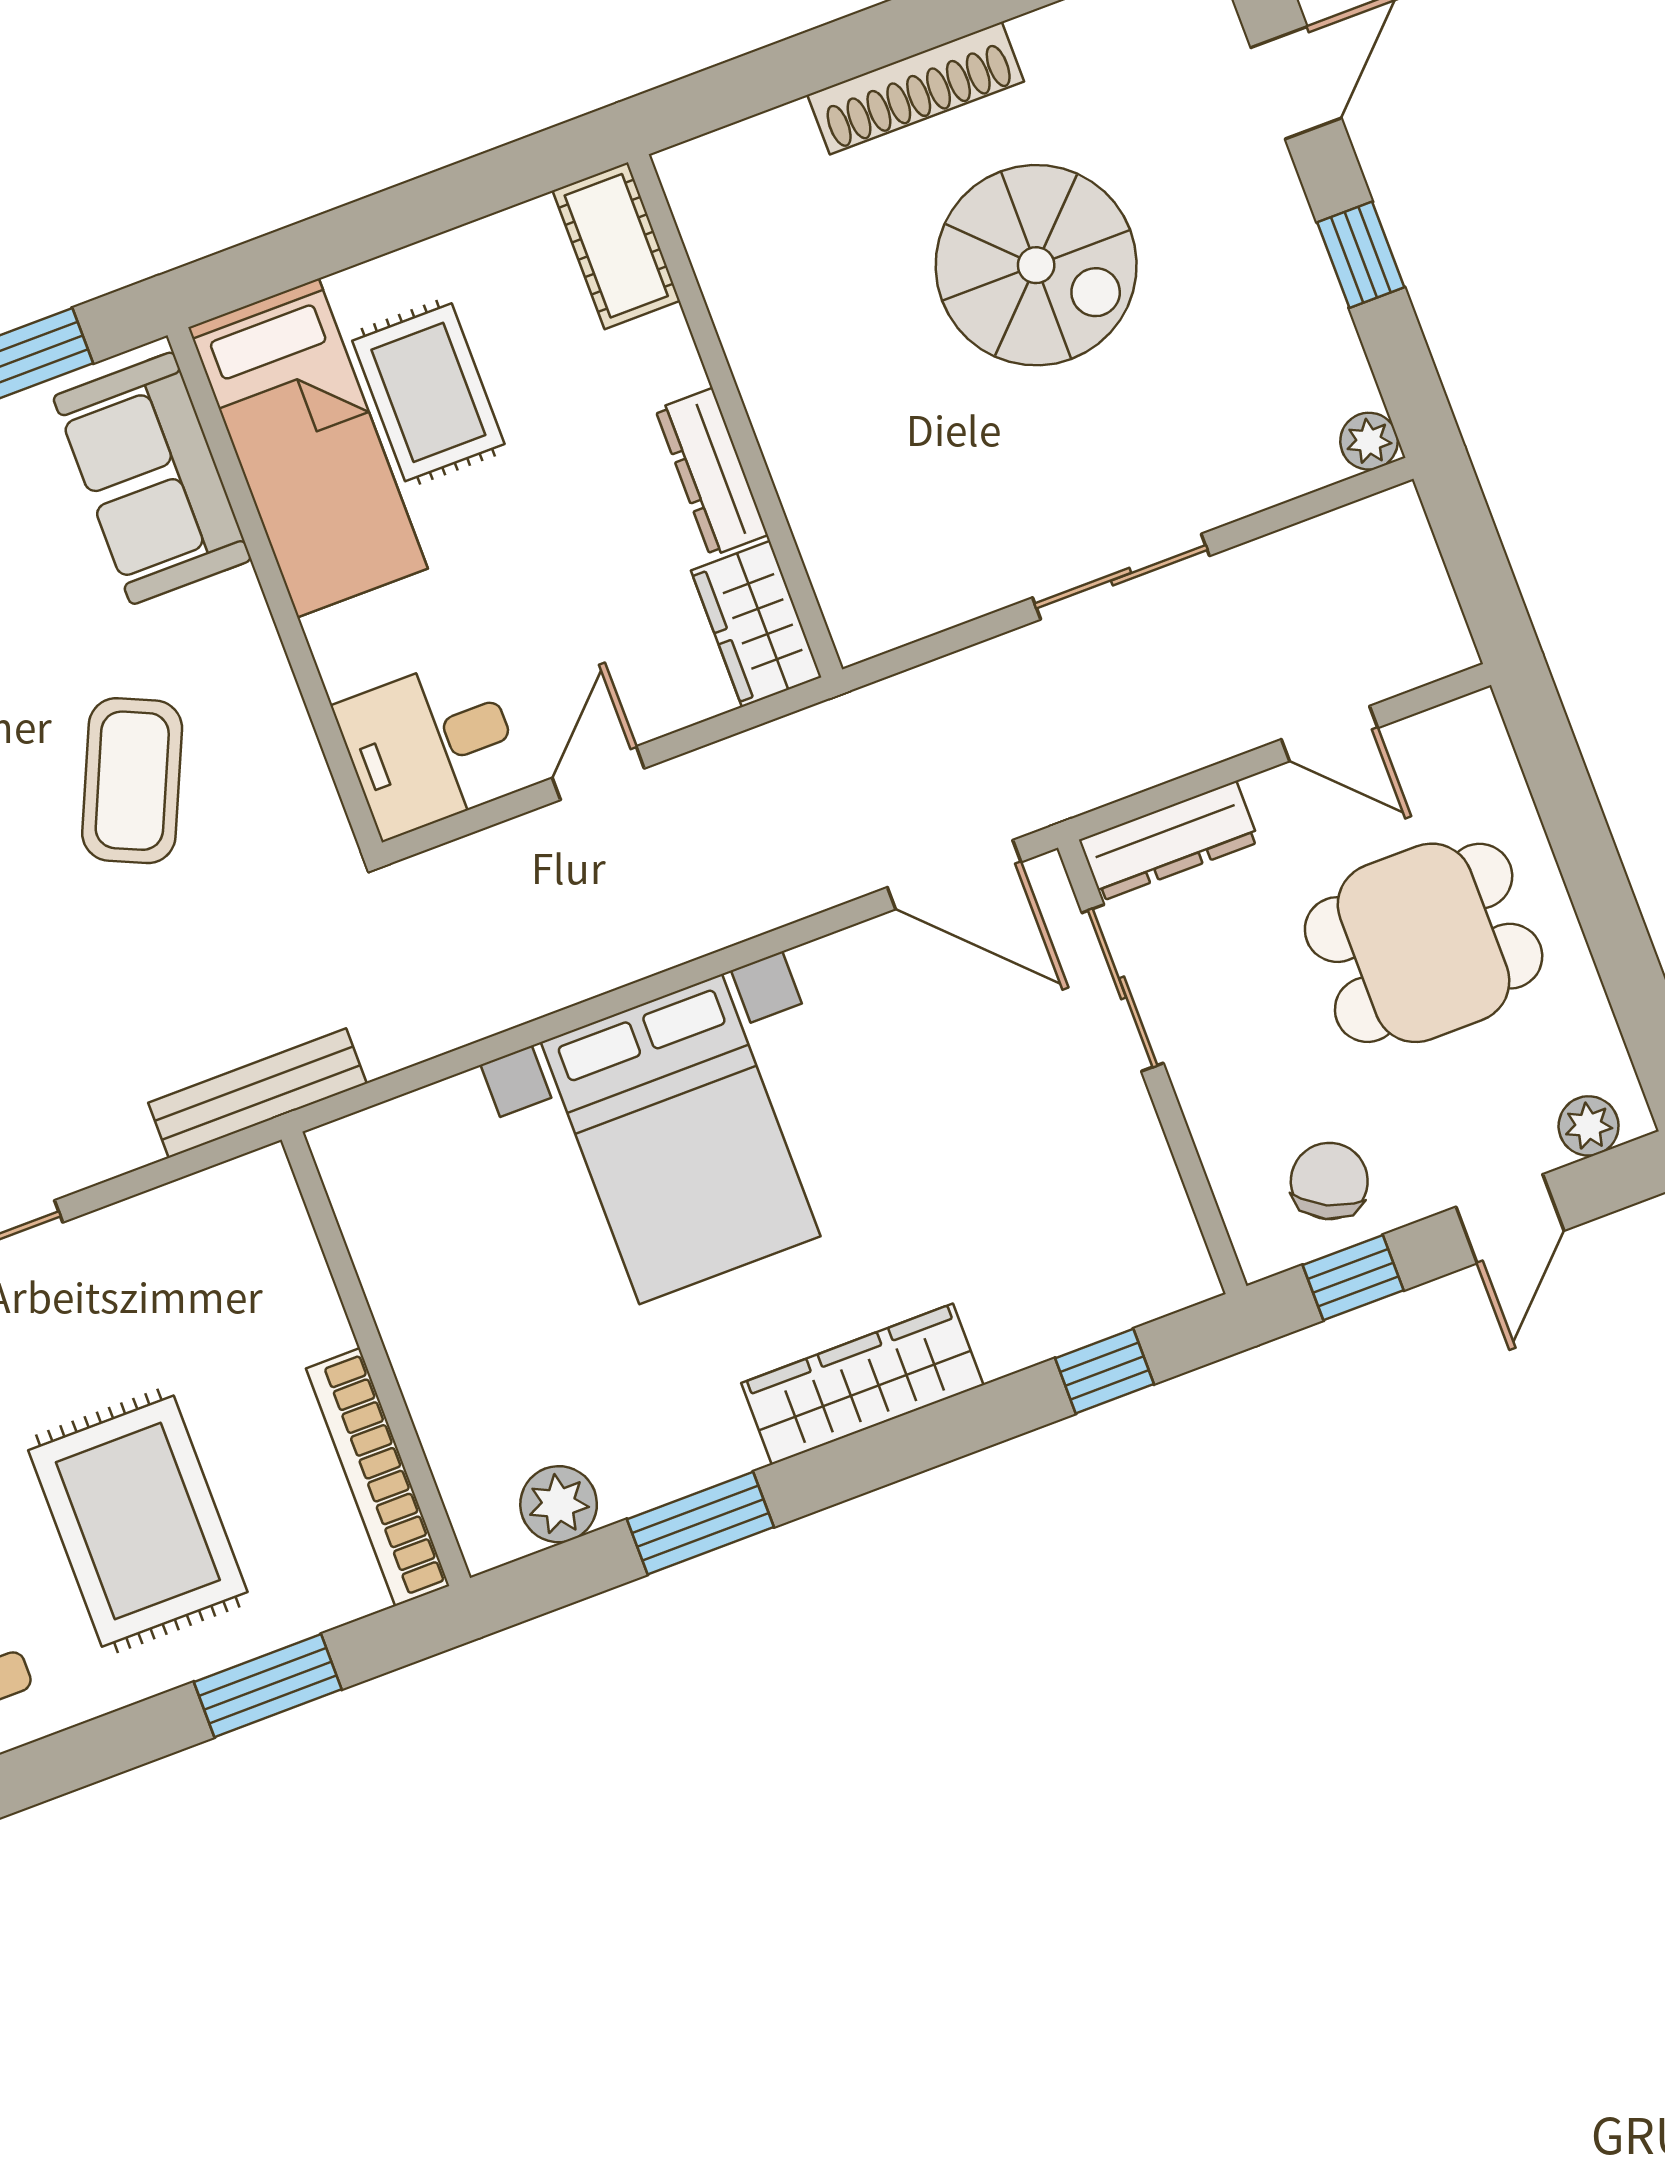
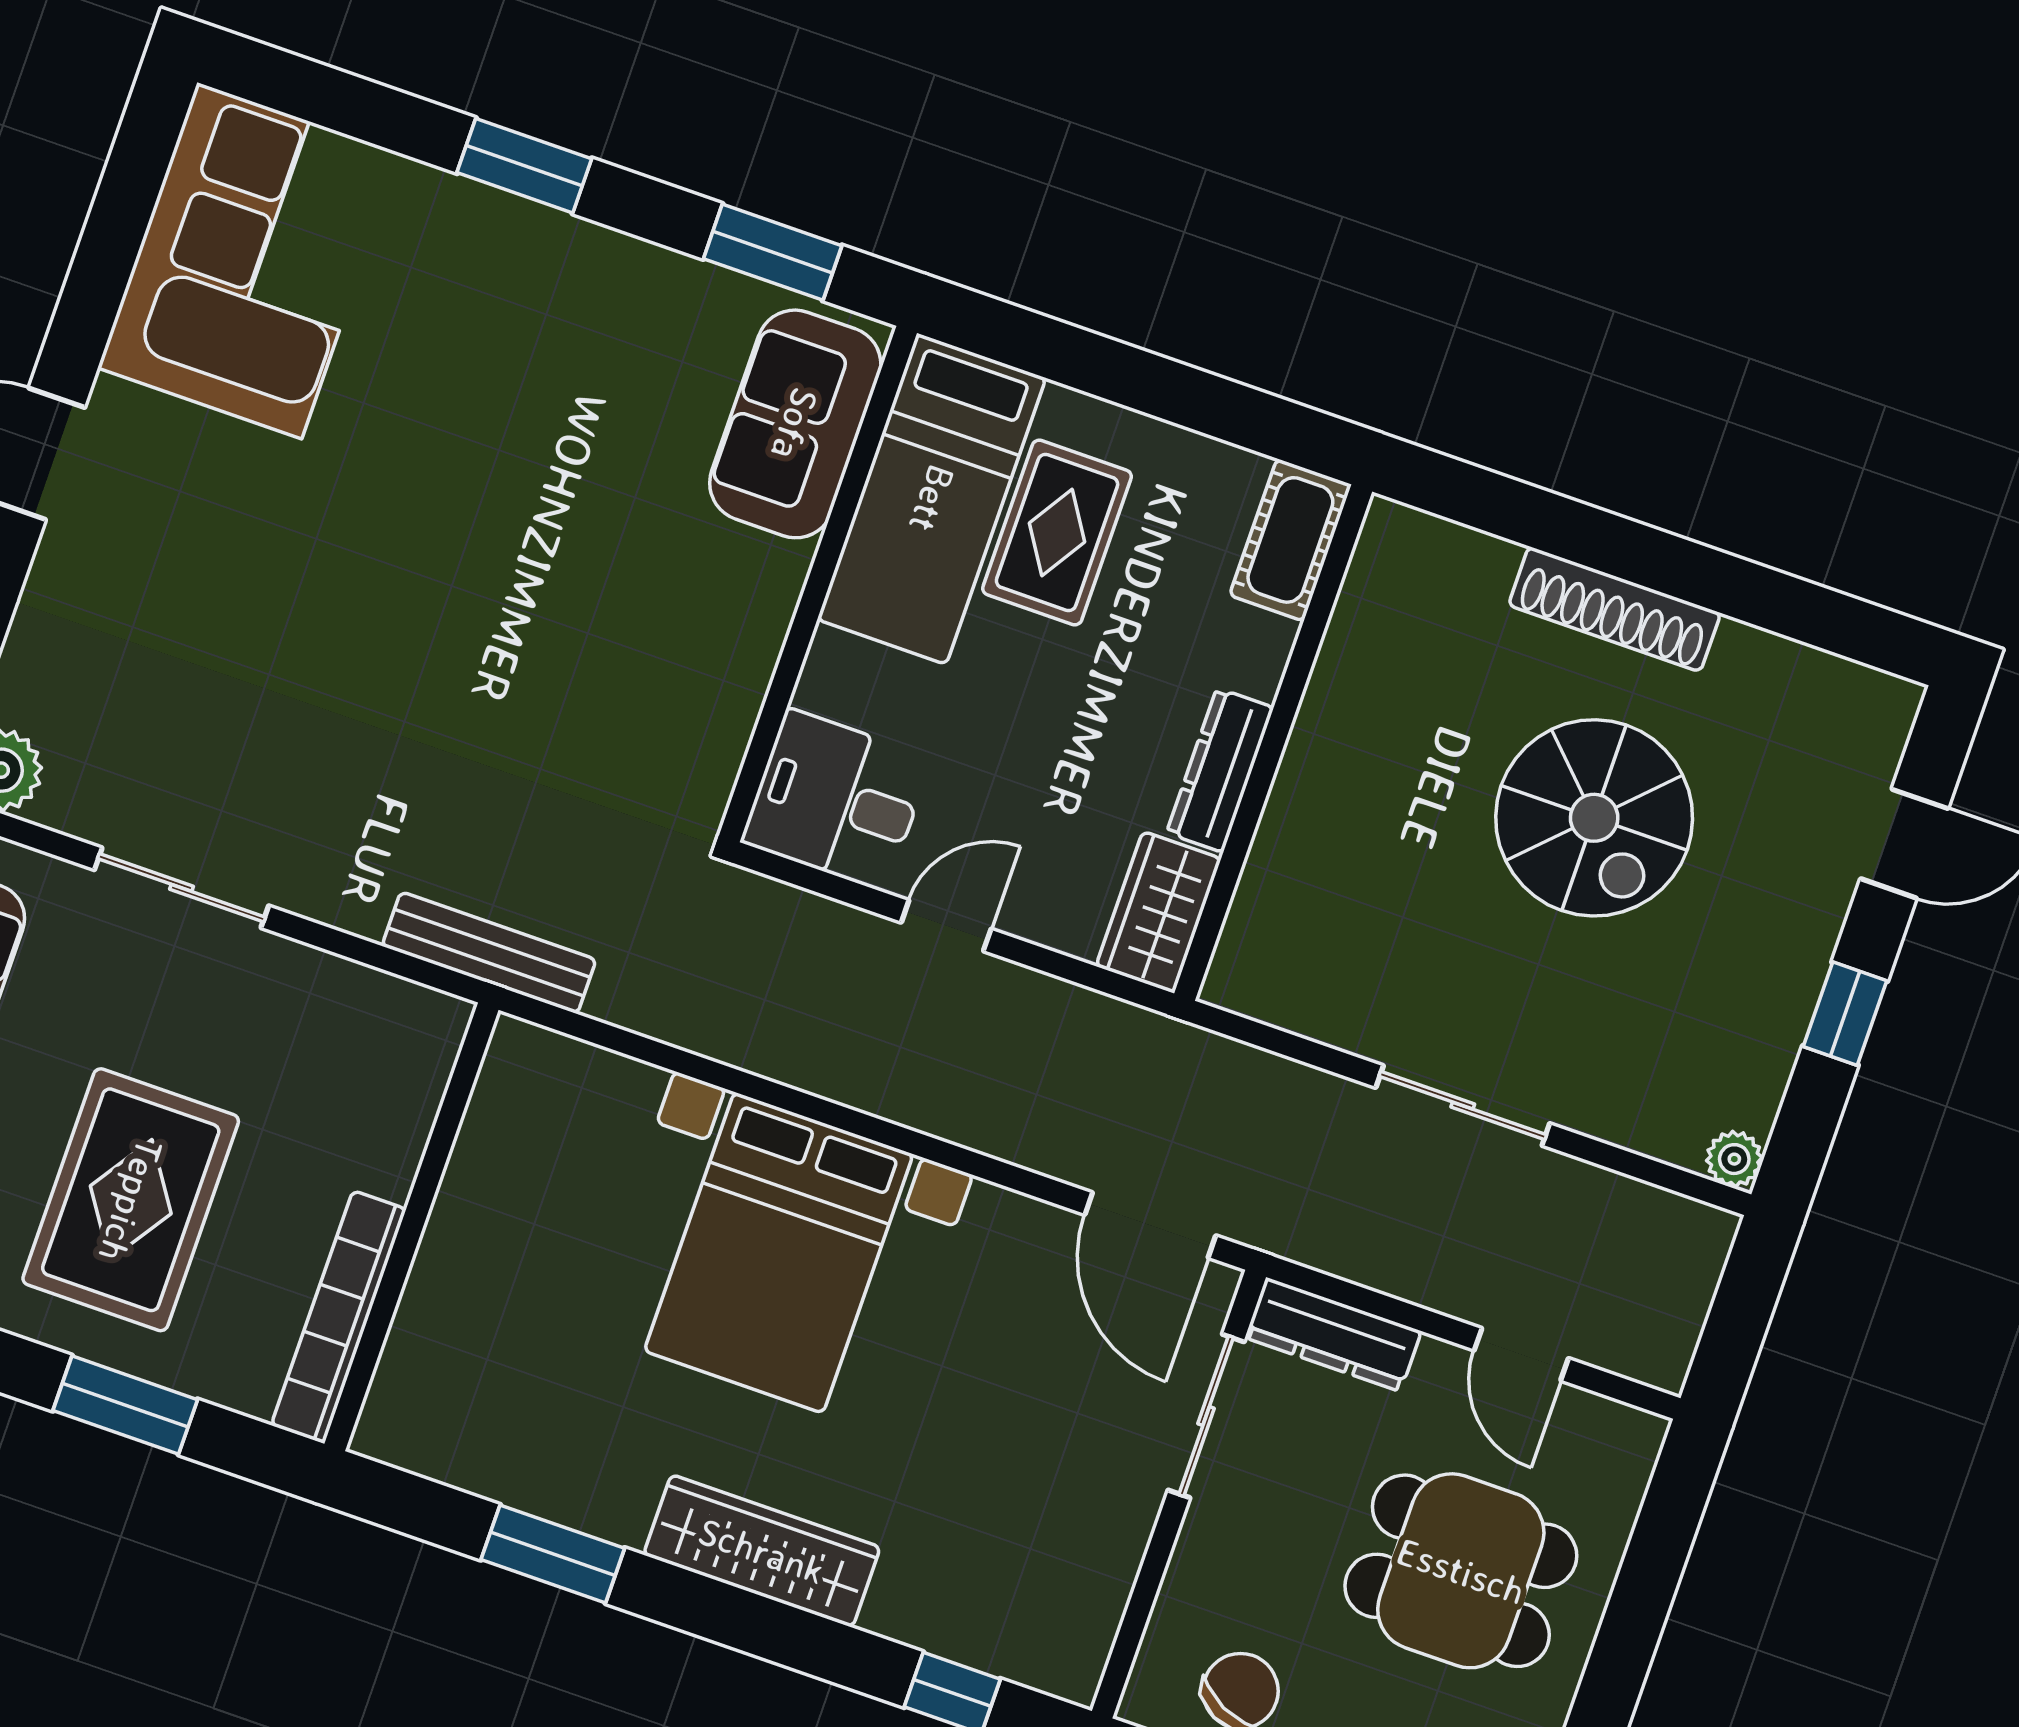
coffee table: (132, 781) -> (591, 639), removed
plant: (559, 1504) -> (458, 1451), removed

